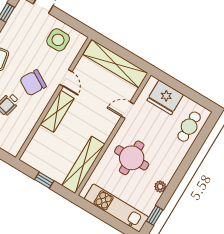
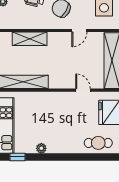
shelving: (57, 111) -> (30, 39), moved
round table: (132, 158) -> (50, 114), removed

